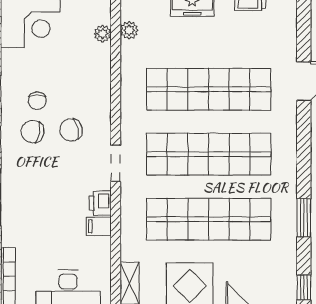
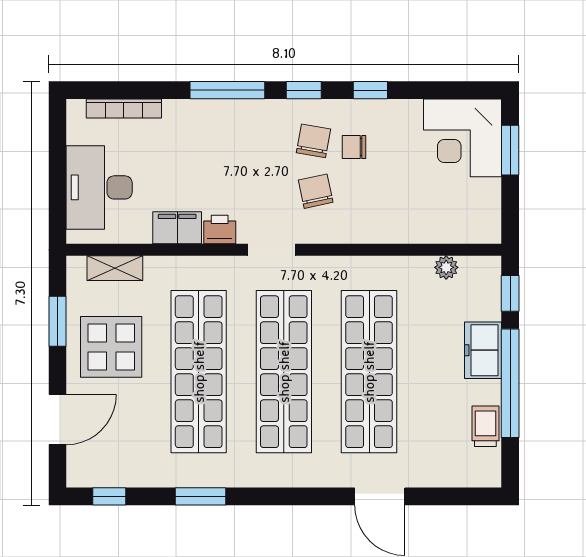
plant: (103, 34) -> (442, 233), removed
filing cabinet: (99, 226) -> (177, 228), width x2.00

